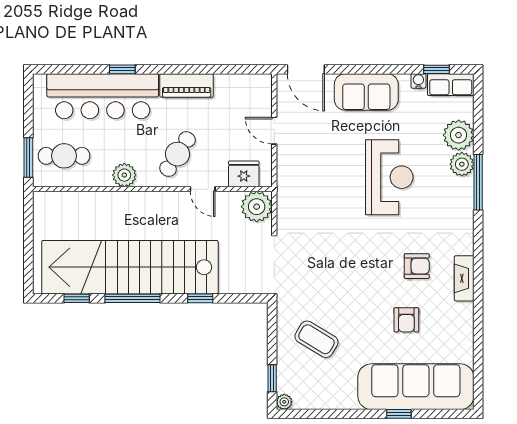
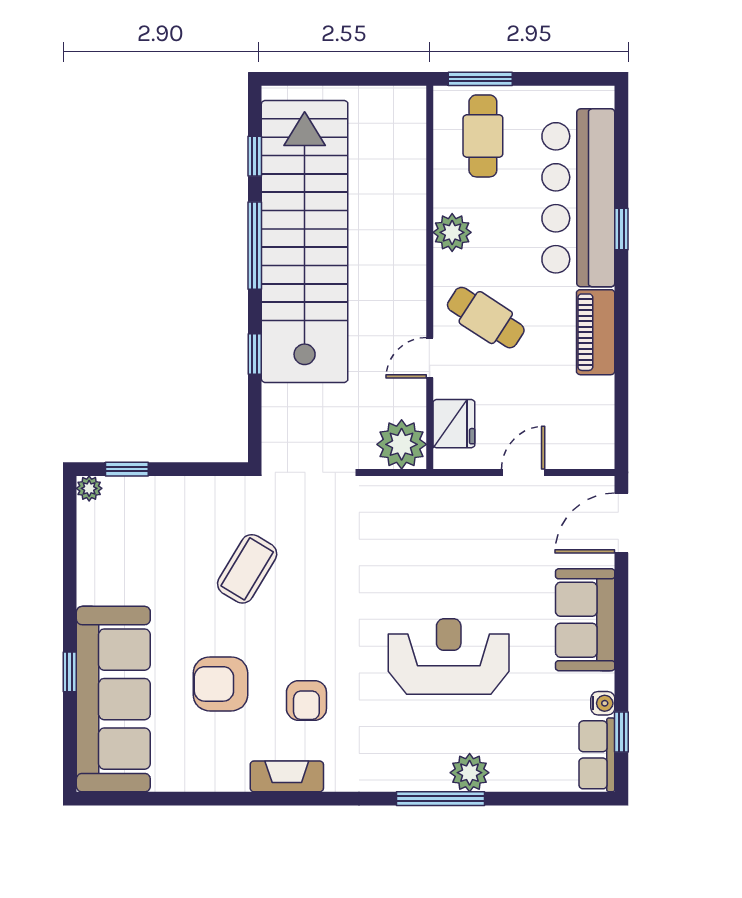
plant: (459, 135) -> (516, 767), removed
reception desk: (389, 177) -> (449, 657), turned 180
armchair: (406, 320) -> (220, 684), width x1.38, depth x1.38
coffee table: (316, 339) -> (247, 569), moved

